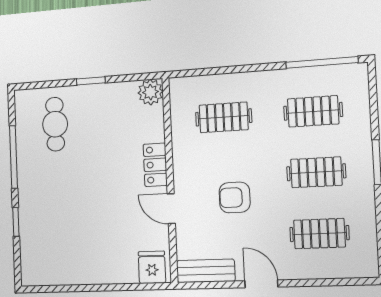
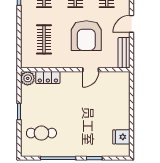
locker: (155, 165) -> (48, 77), moved
armchair: (235, 197) -> (86, 36), width x1.88, depth x1.88
fridge: (152, 267) -> (121, 137), moved

